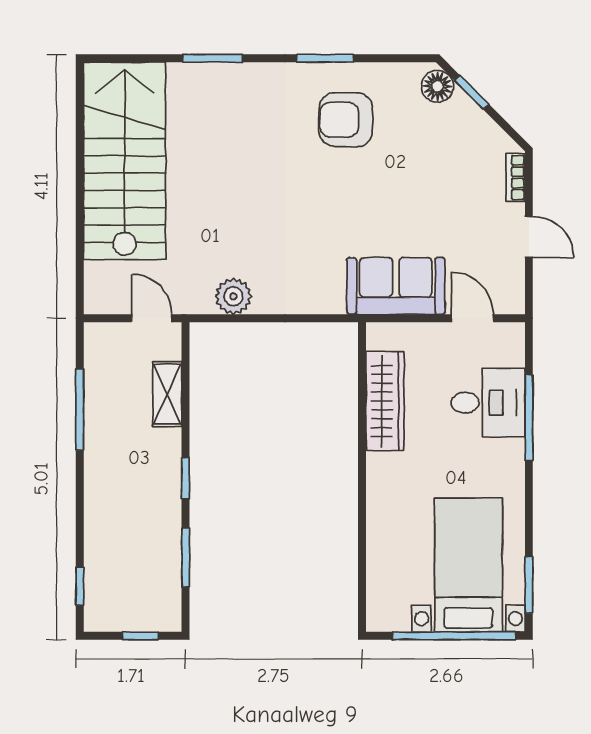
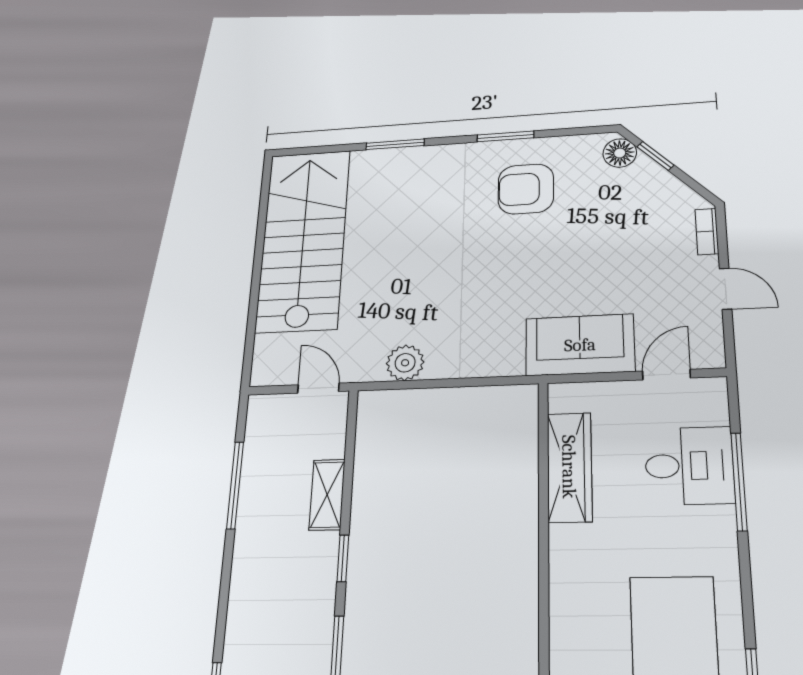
door: (472, 318) -> (666, 375), hinge flipped
shelving: (167, 394) -> (327, 495), moved

